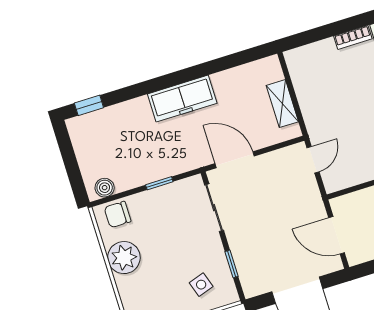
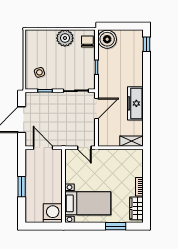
freezer: (182, 99) -> (135, 103), moved
shelving: (282, 104) -> (131, 141), moved
boiler: (105, 188) -> (107, 39), width x1.86, depth x1.86
door: (337, 235) -> (43, 148), hinge flipped

